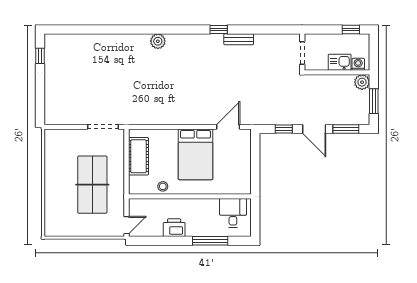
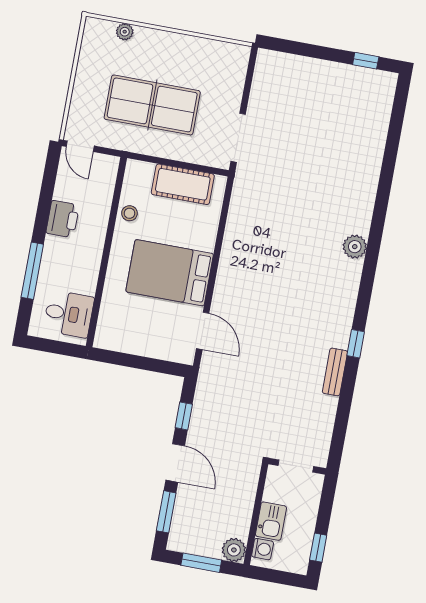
door: (314, 129) -> (175, 463), swing flipped
plant: (49, 210) -> (125, 32), added

